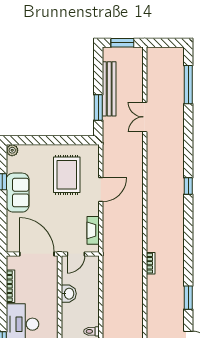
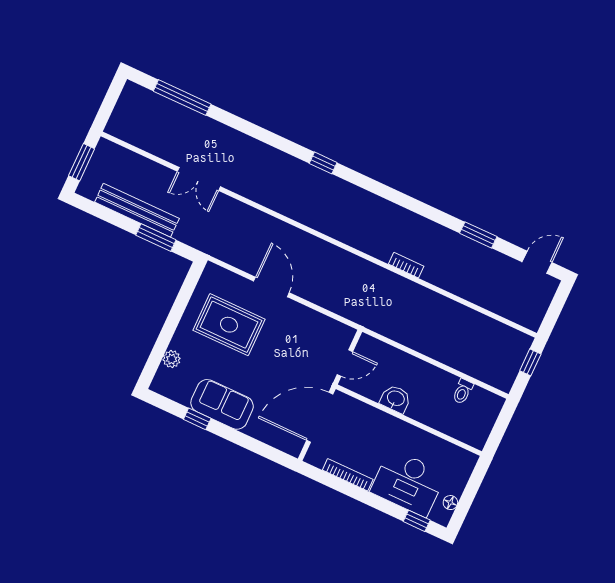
plant: (12, 150) -> (172, 359), moved
fireplace: (93, 230) -> (323, 324), removed
door: (76, 254) -> (345, 363), hinge flipped

